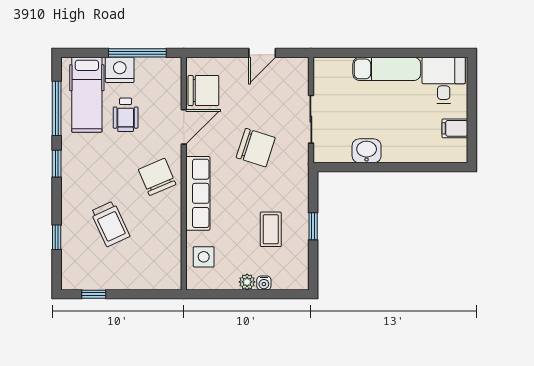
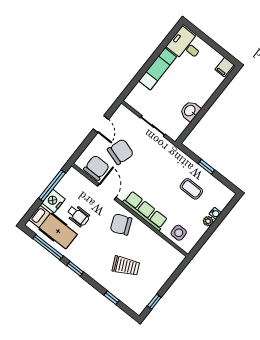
filing cabinet: (455, 128) -> (224, 67), moved
chair: (256, 148) -> (120, 152), moved

